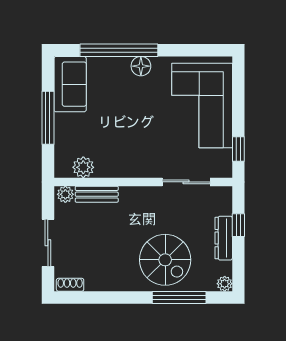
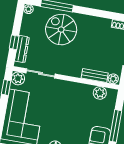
plant: (221, 167) -> (18, 78), added
dresser: (224, 238) -> (22, 49), moved

